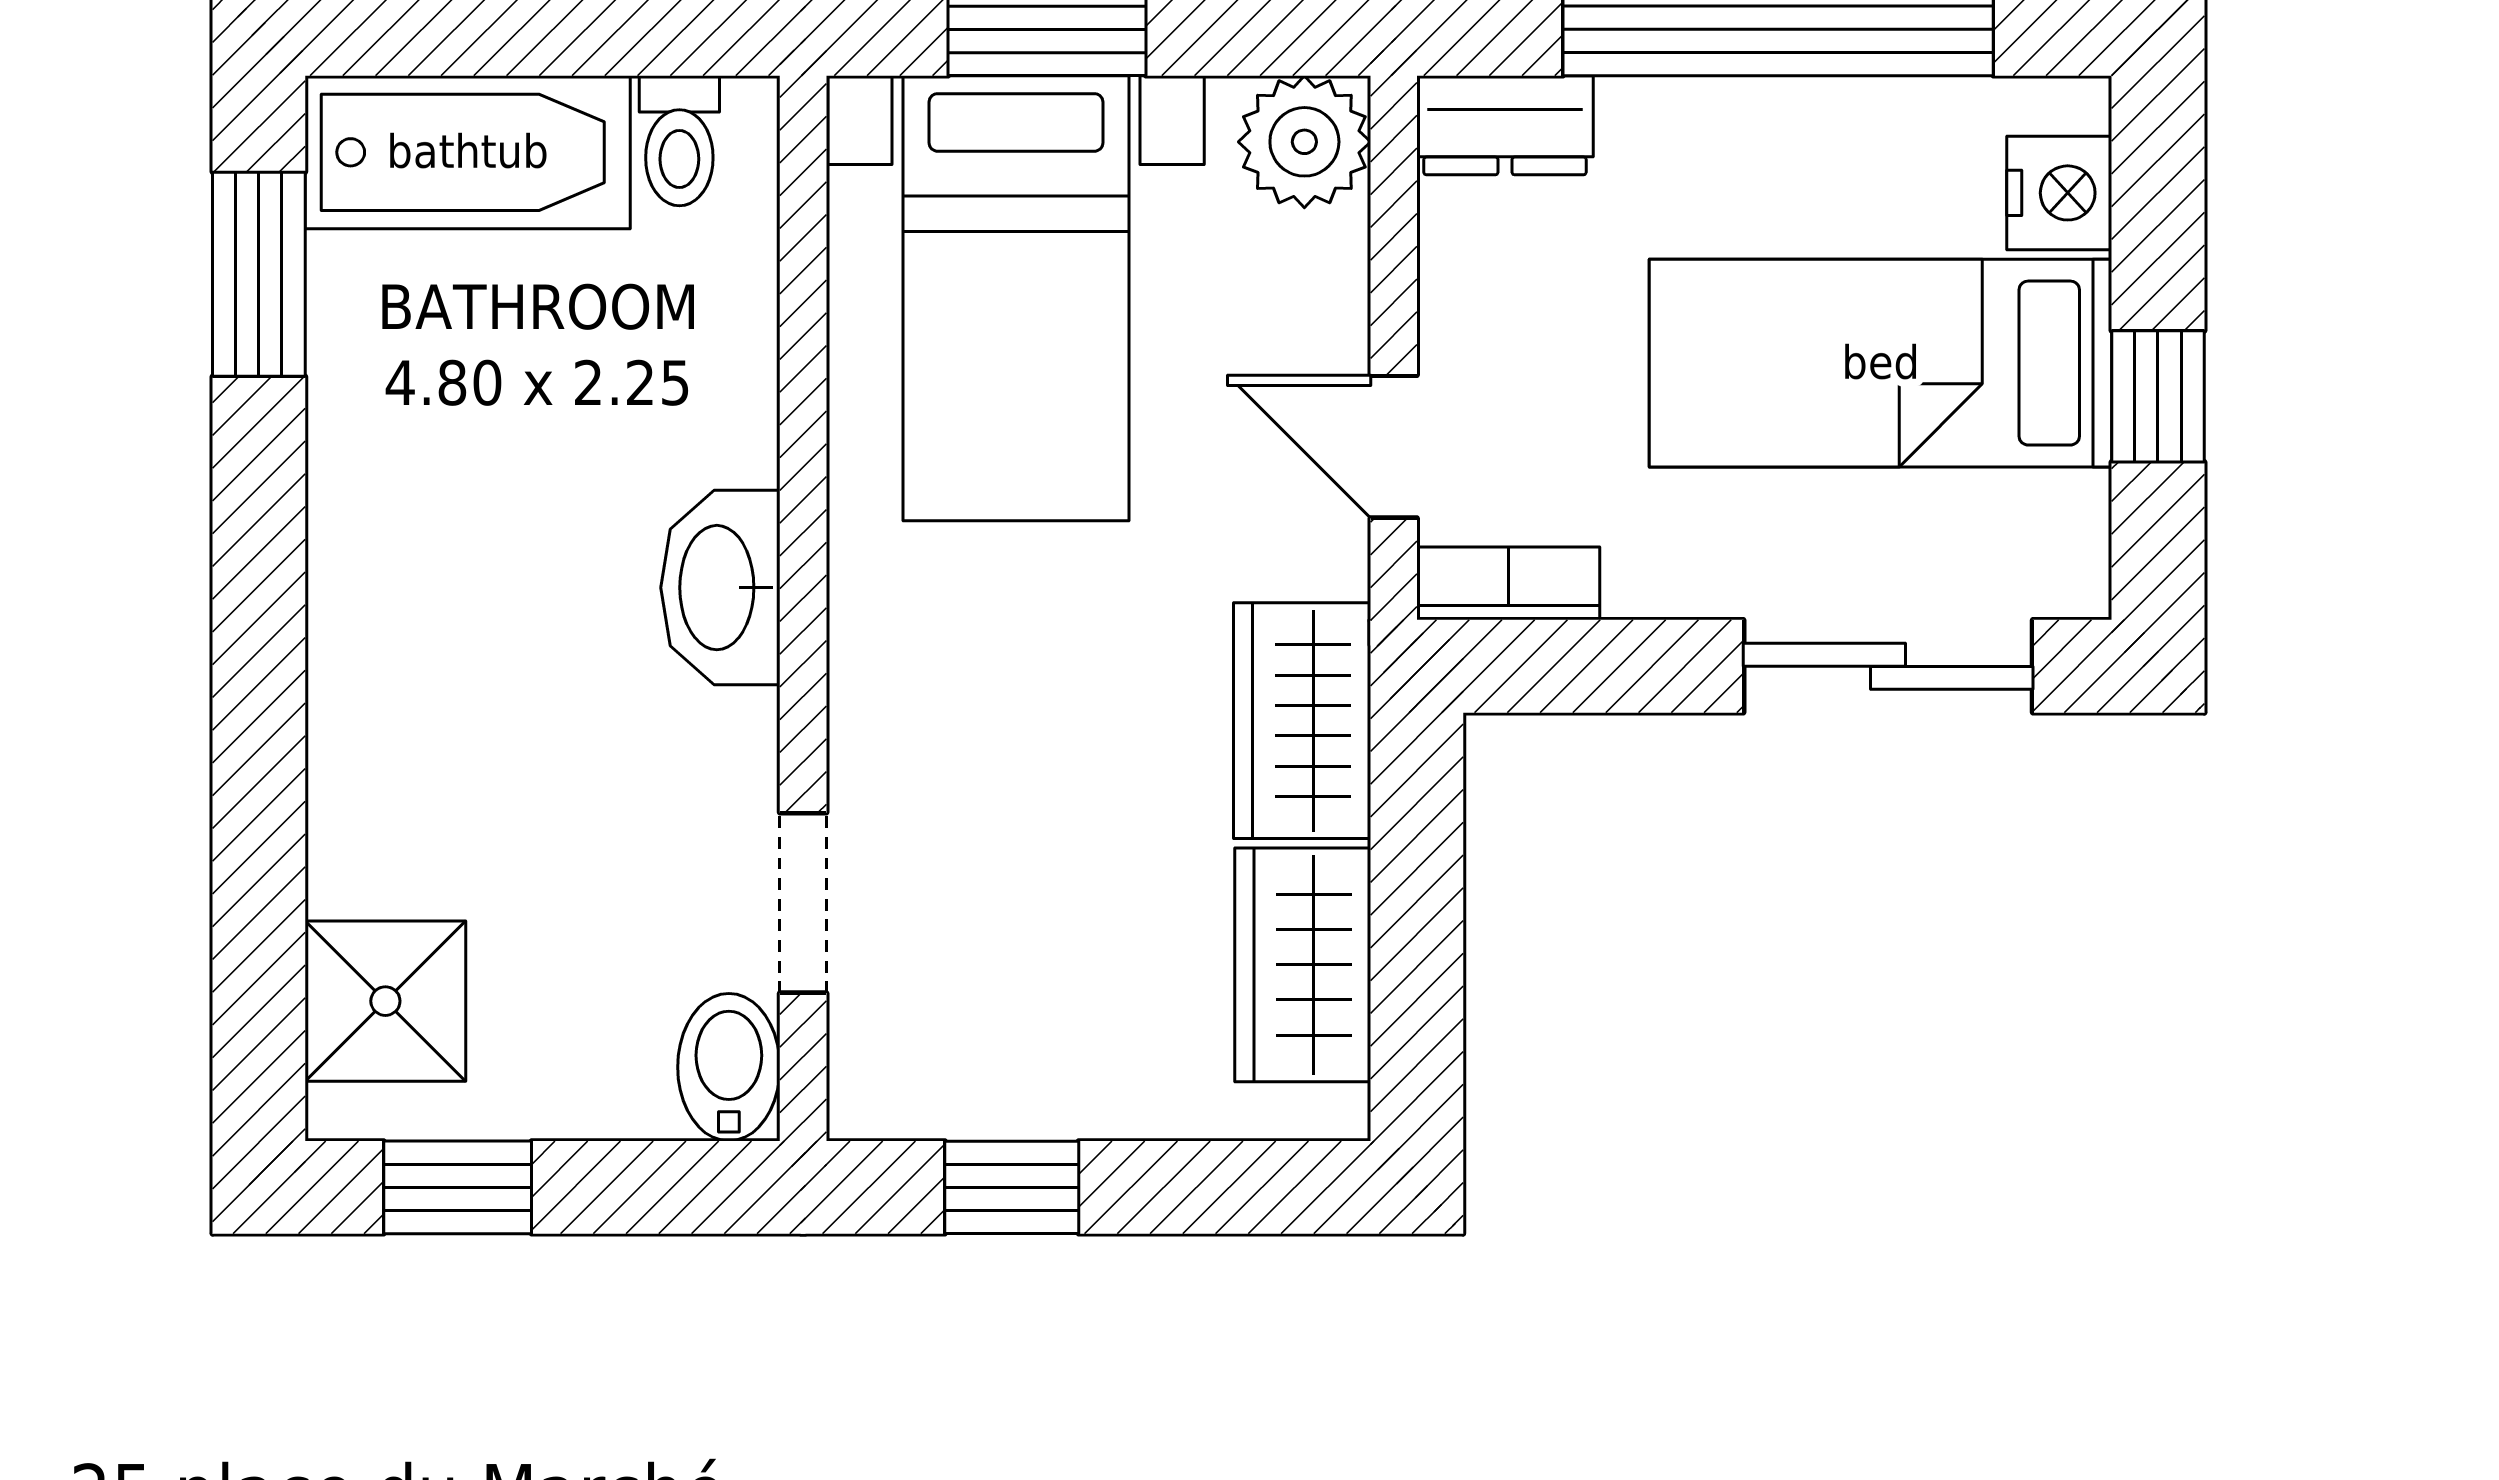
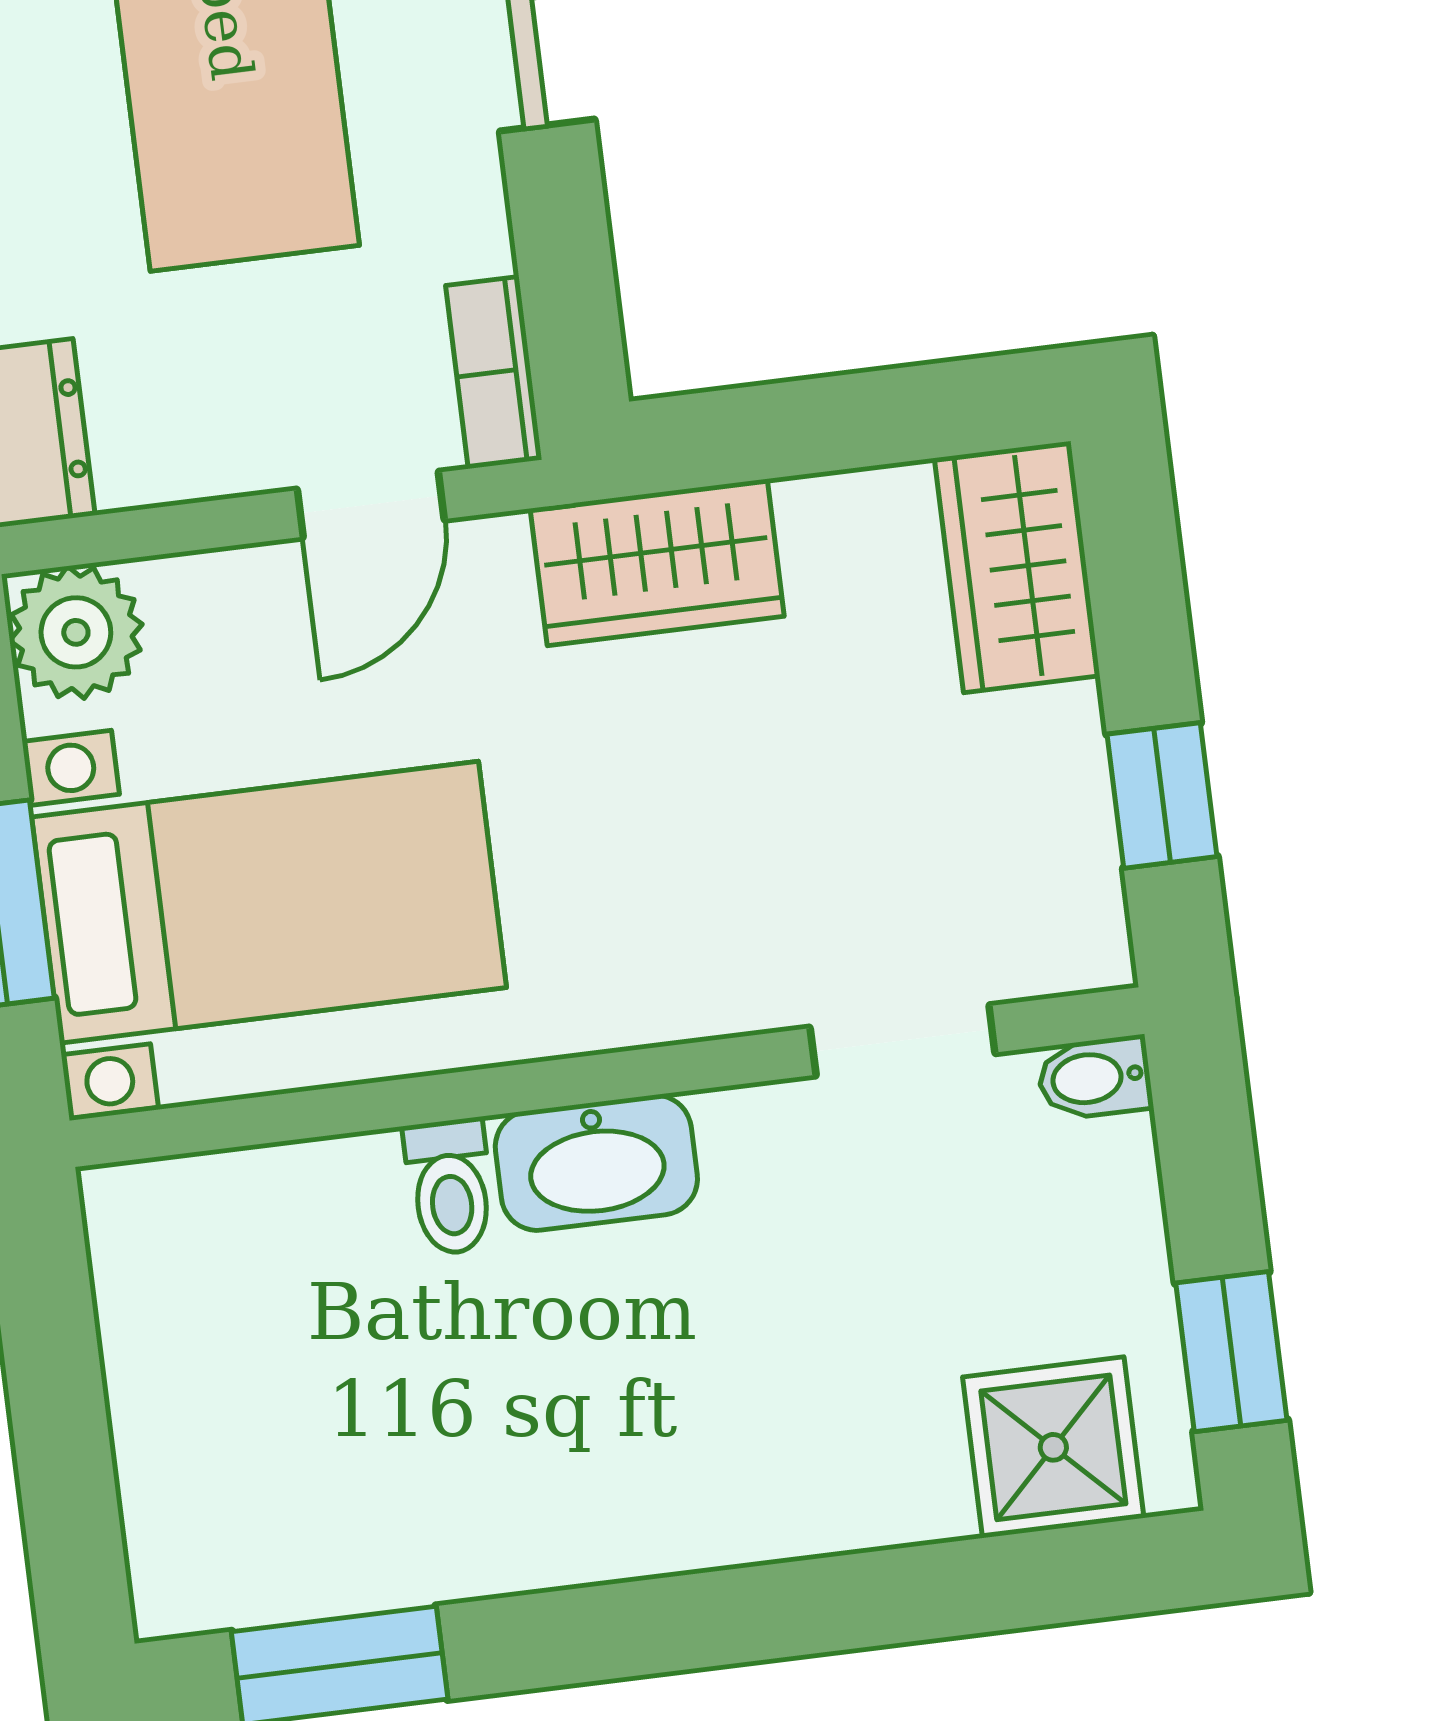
toilet: (679, 141) -> (450, 1187), moved, turned 90
bathtub: (468, 152) -> (191, 1471), removed
wardrobe: (1303, 965) -> (1017, 567), moved, turned 90
bidet: (729, 1067) -> (1095, 1078), width x0.72, depth x0.74

